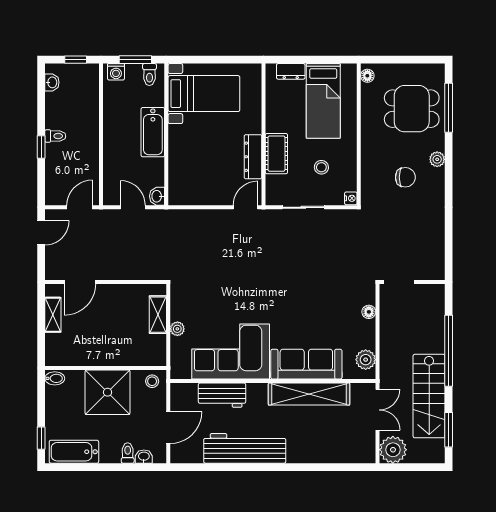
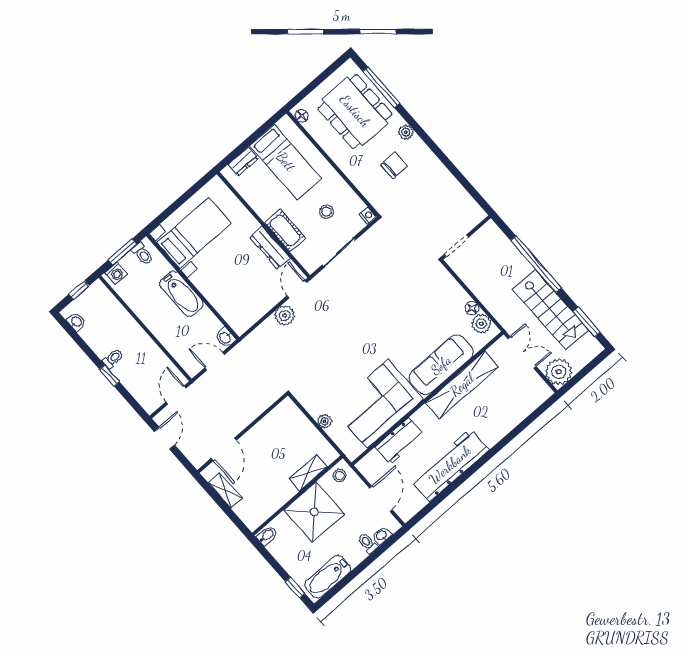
dining table: (412, 109) -> (355, 111), width x1.38
plant: (218, 219) -> (285, 316), added
floor lamp: (369, 312) -> (472, 308), moved
shelving: (158, 315) -> (308, 473), moved, turned 90

